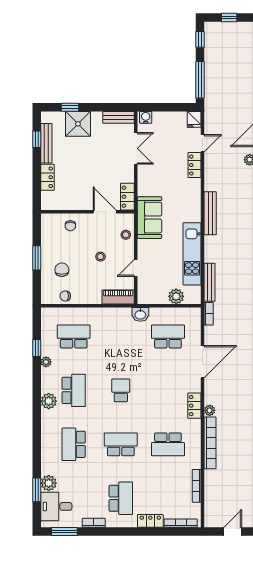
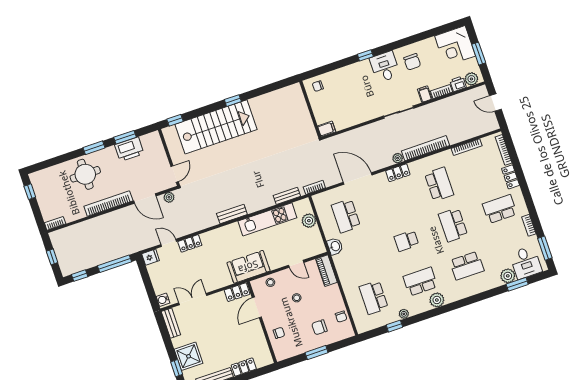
bench: (210, 213) -> (232, 214), width x0.73
bench: (209, 282) -> (287, 196), width x0.73

